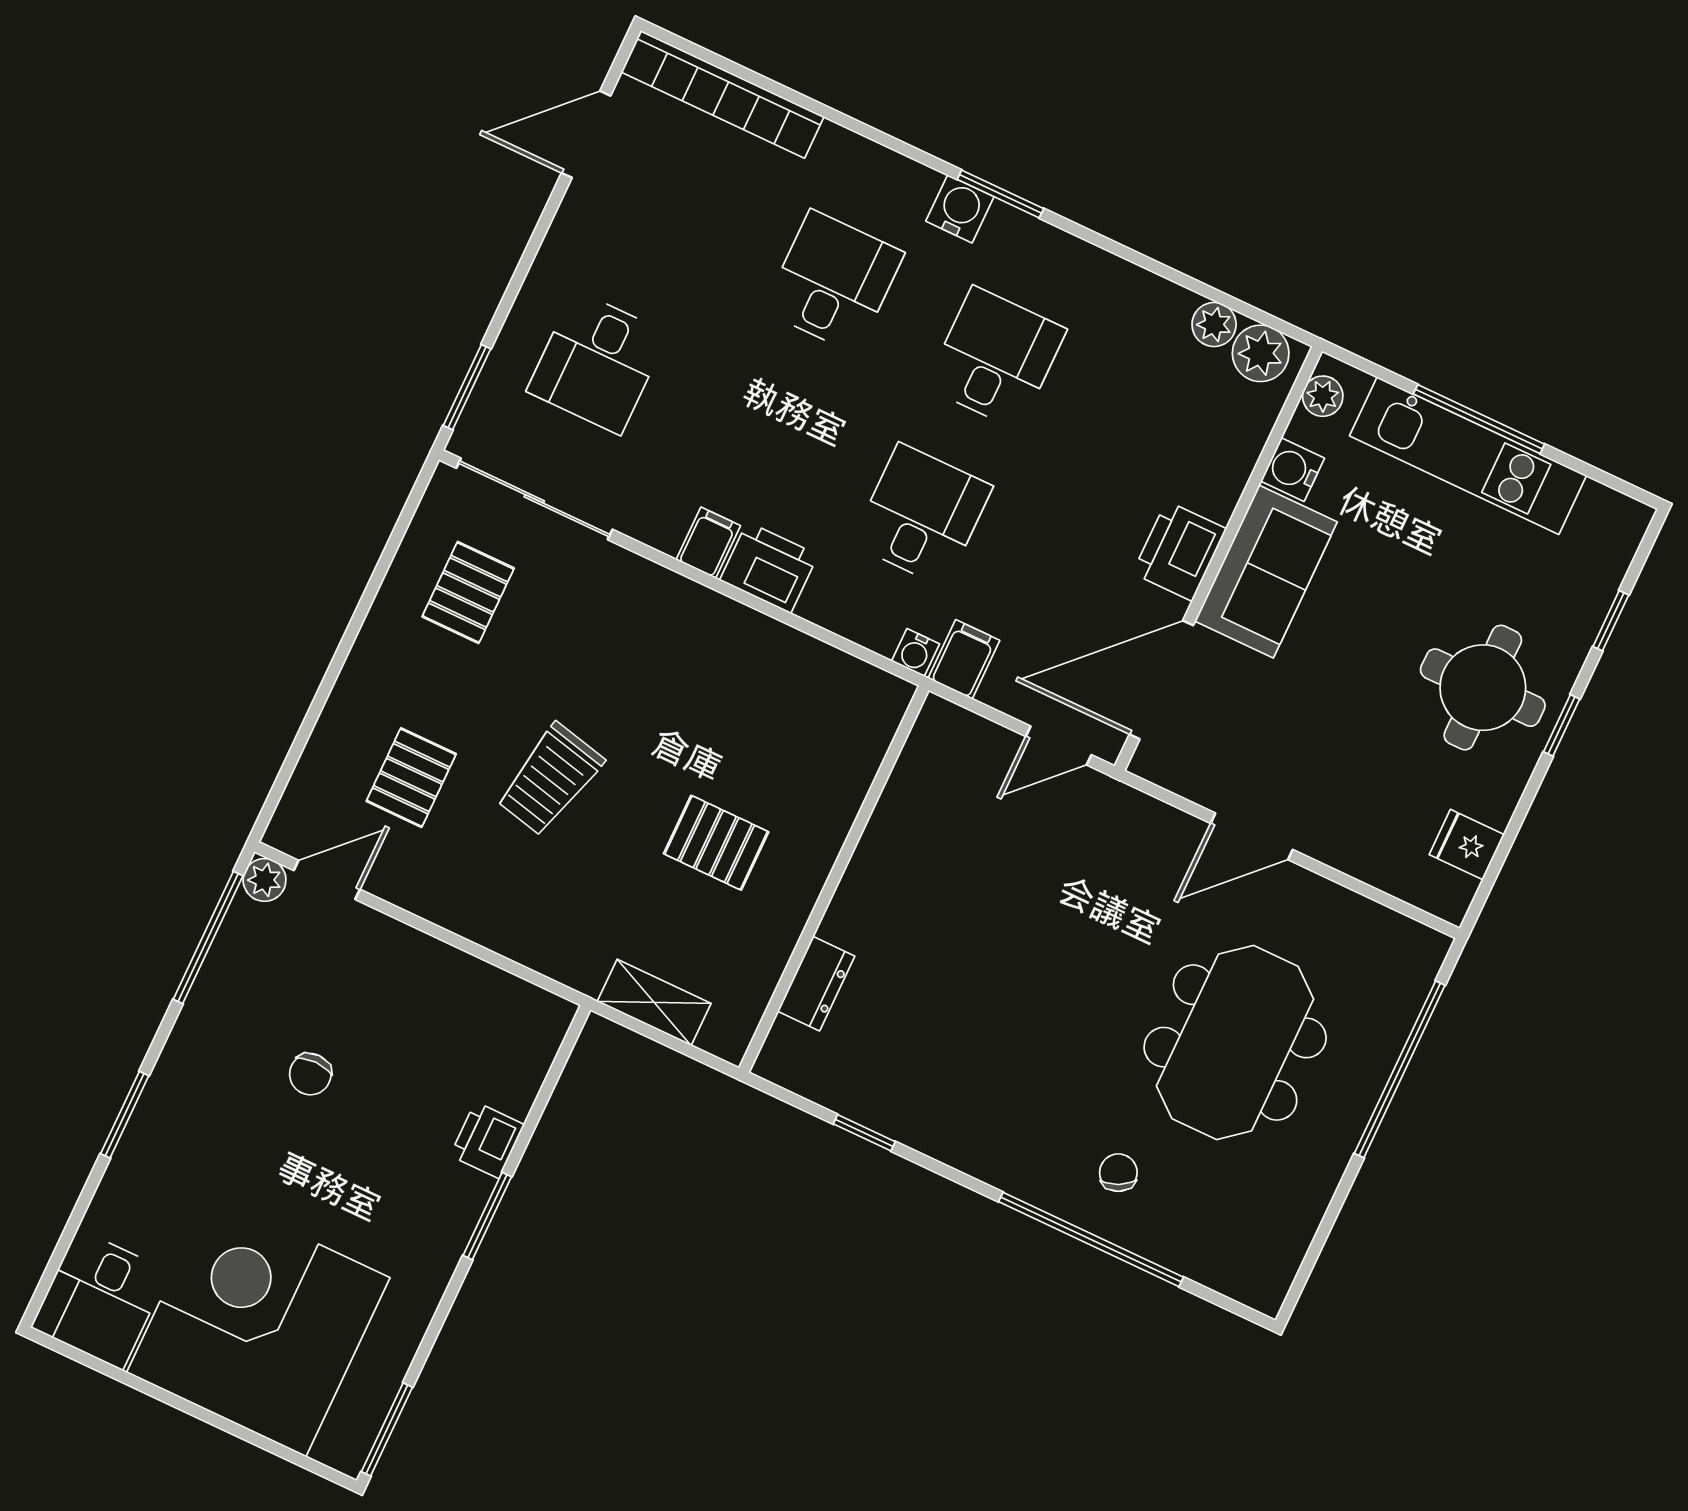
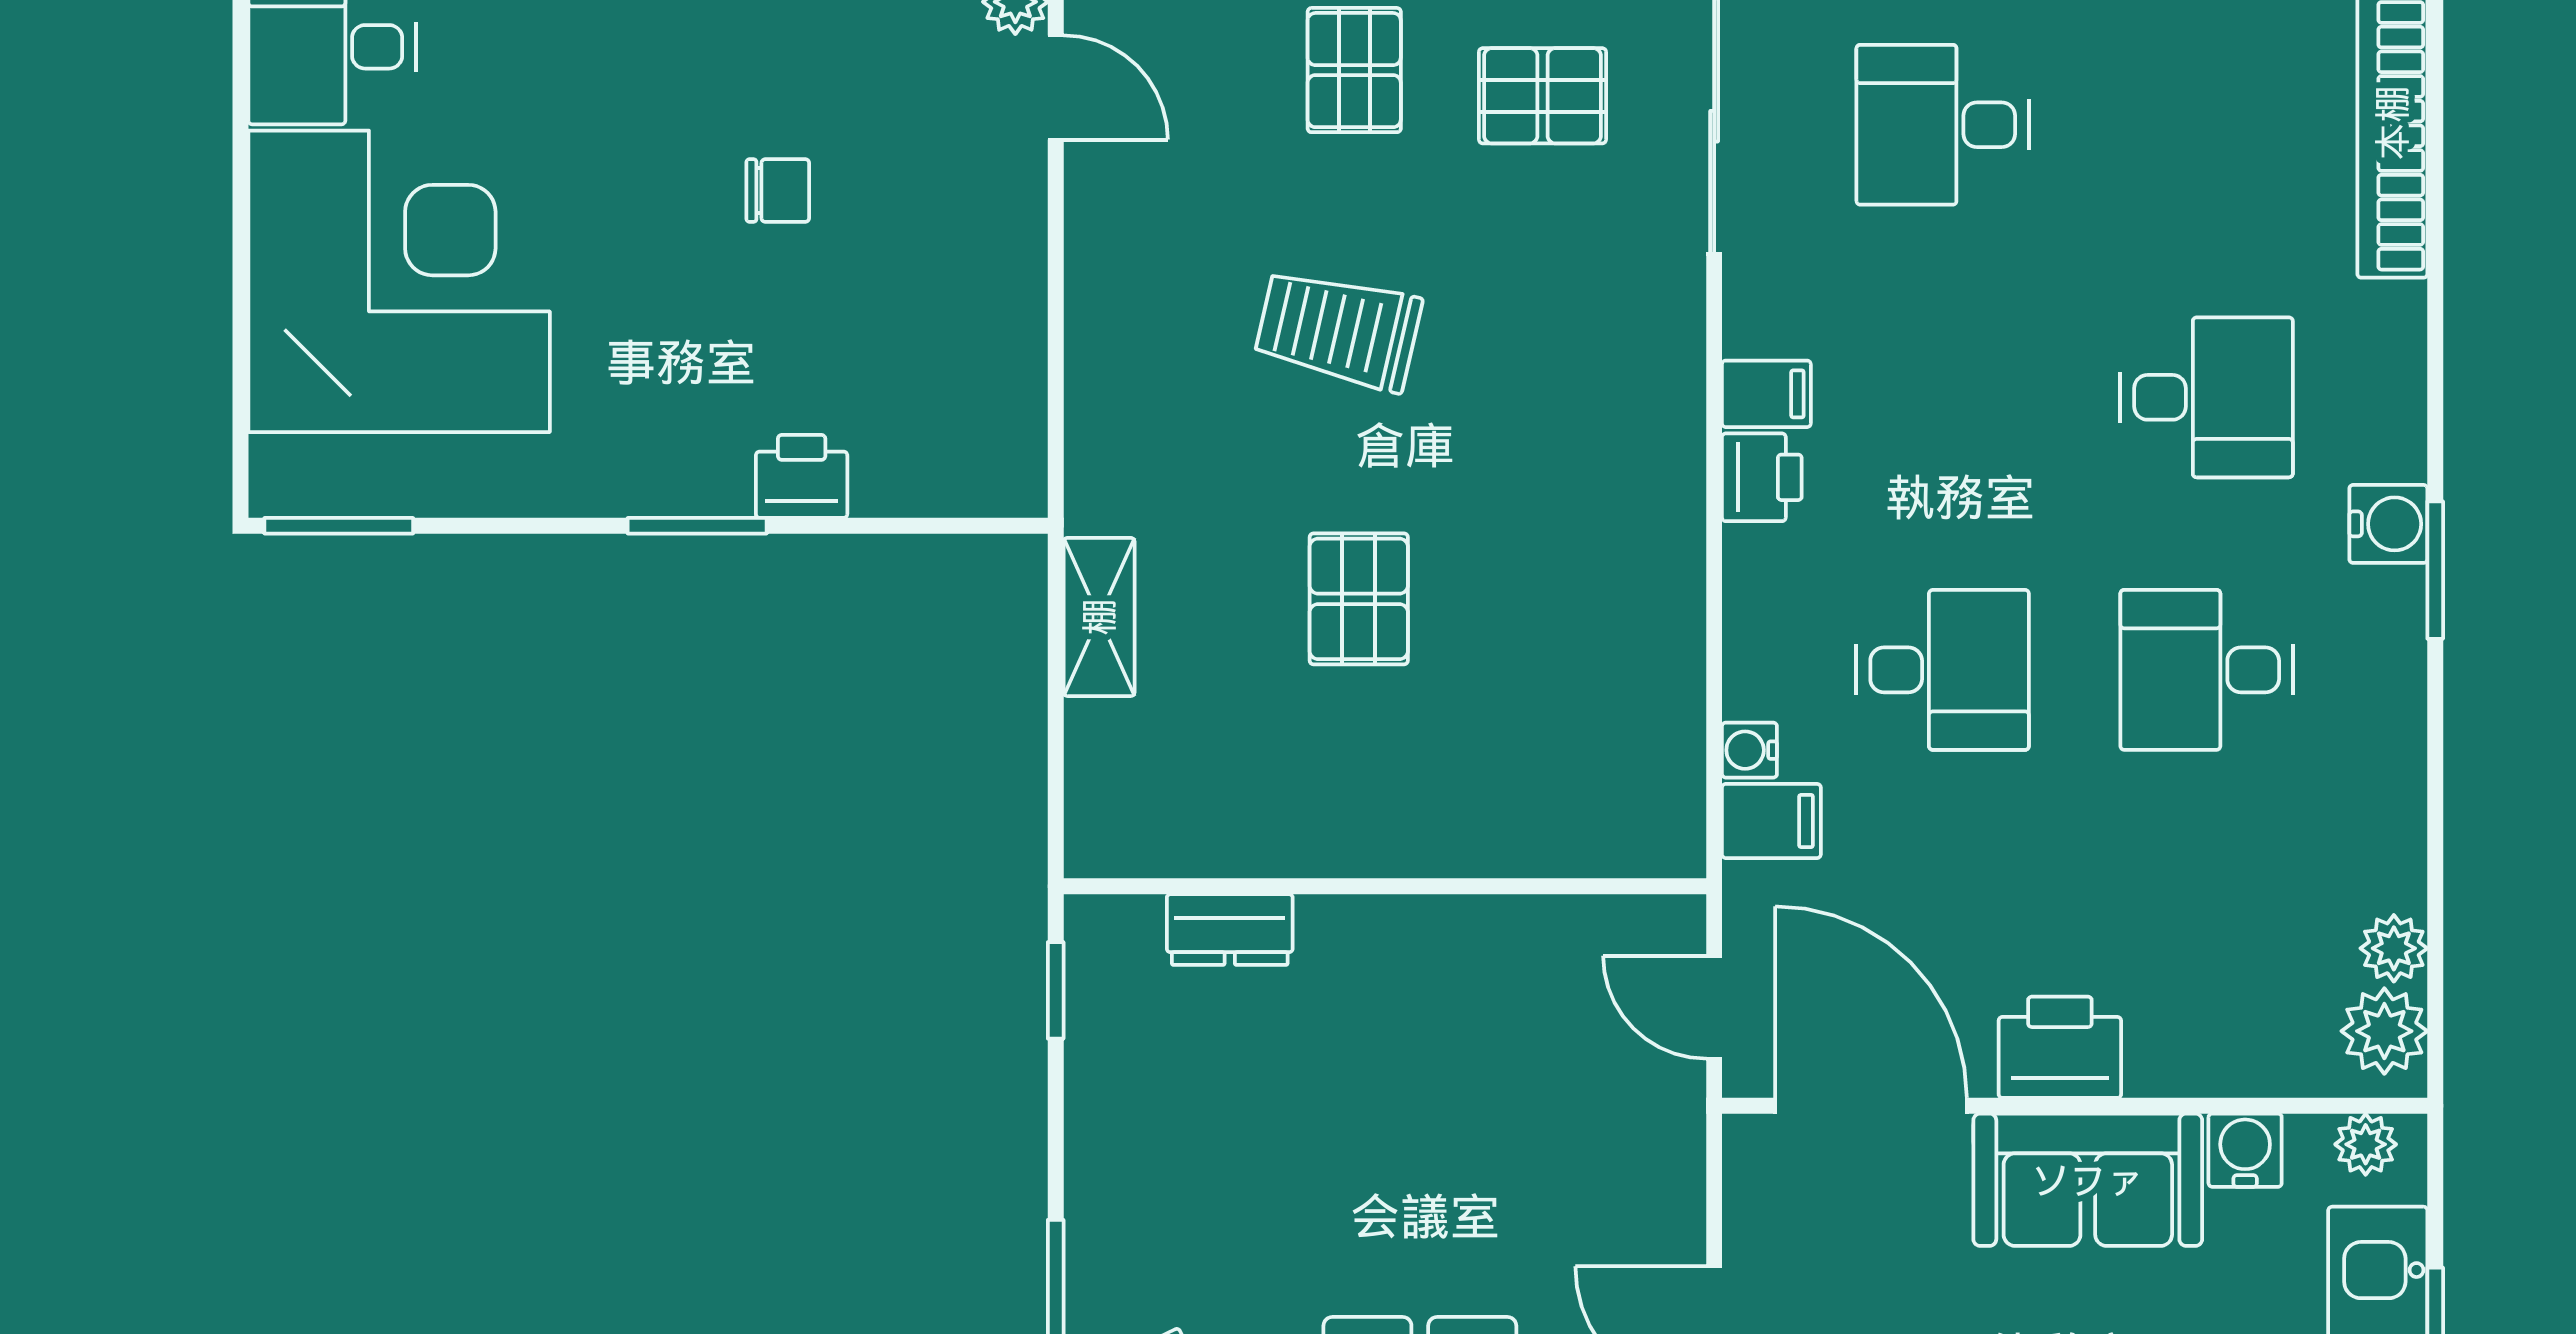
desk: (996, 358) -> (2207, 670), turned 180
printer: (769, 568) -> (1762, 477), width x0.73, depth x0.81
pallet: (411, 778) -> (1354, 70), moved, turned 90
wall: (834, 879) -> (1385, 886), moved
dresser: (816, 984) -> (1230, 930), moved
chair: (310, 1074) -> (778, 191), turned 180

